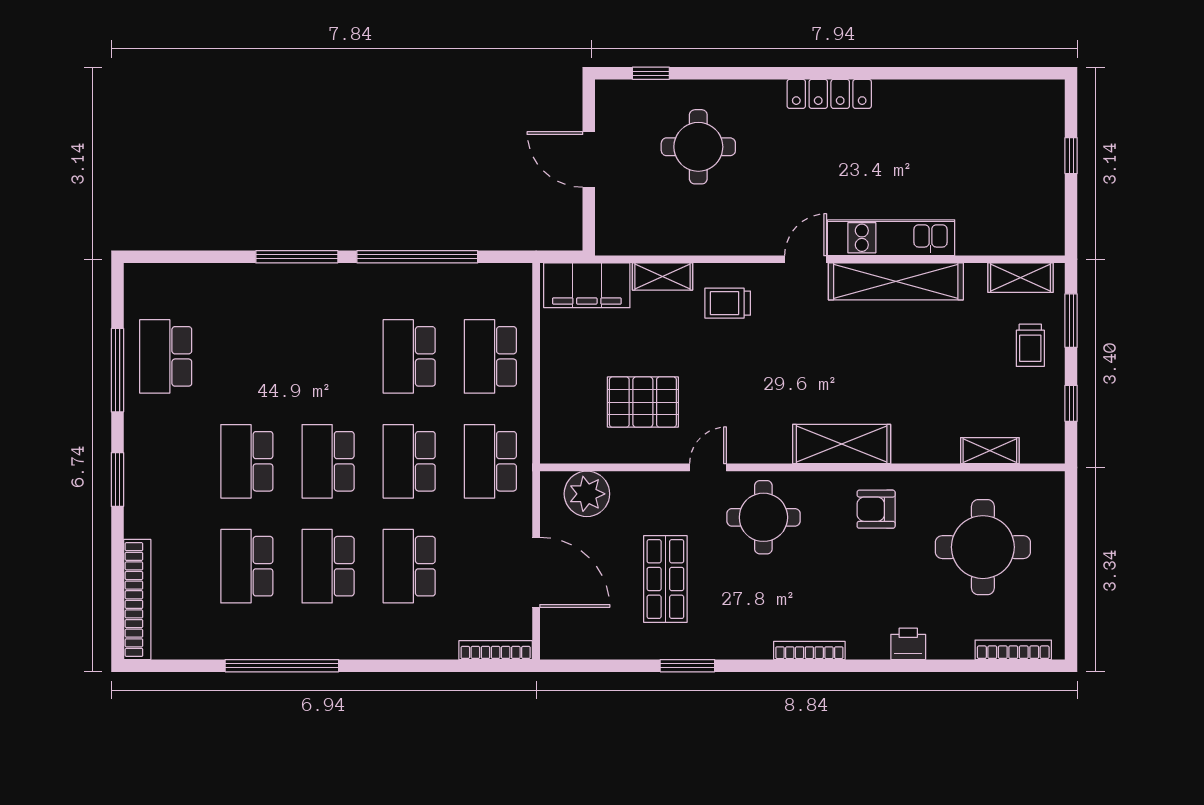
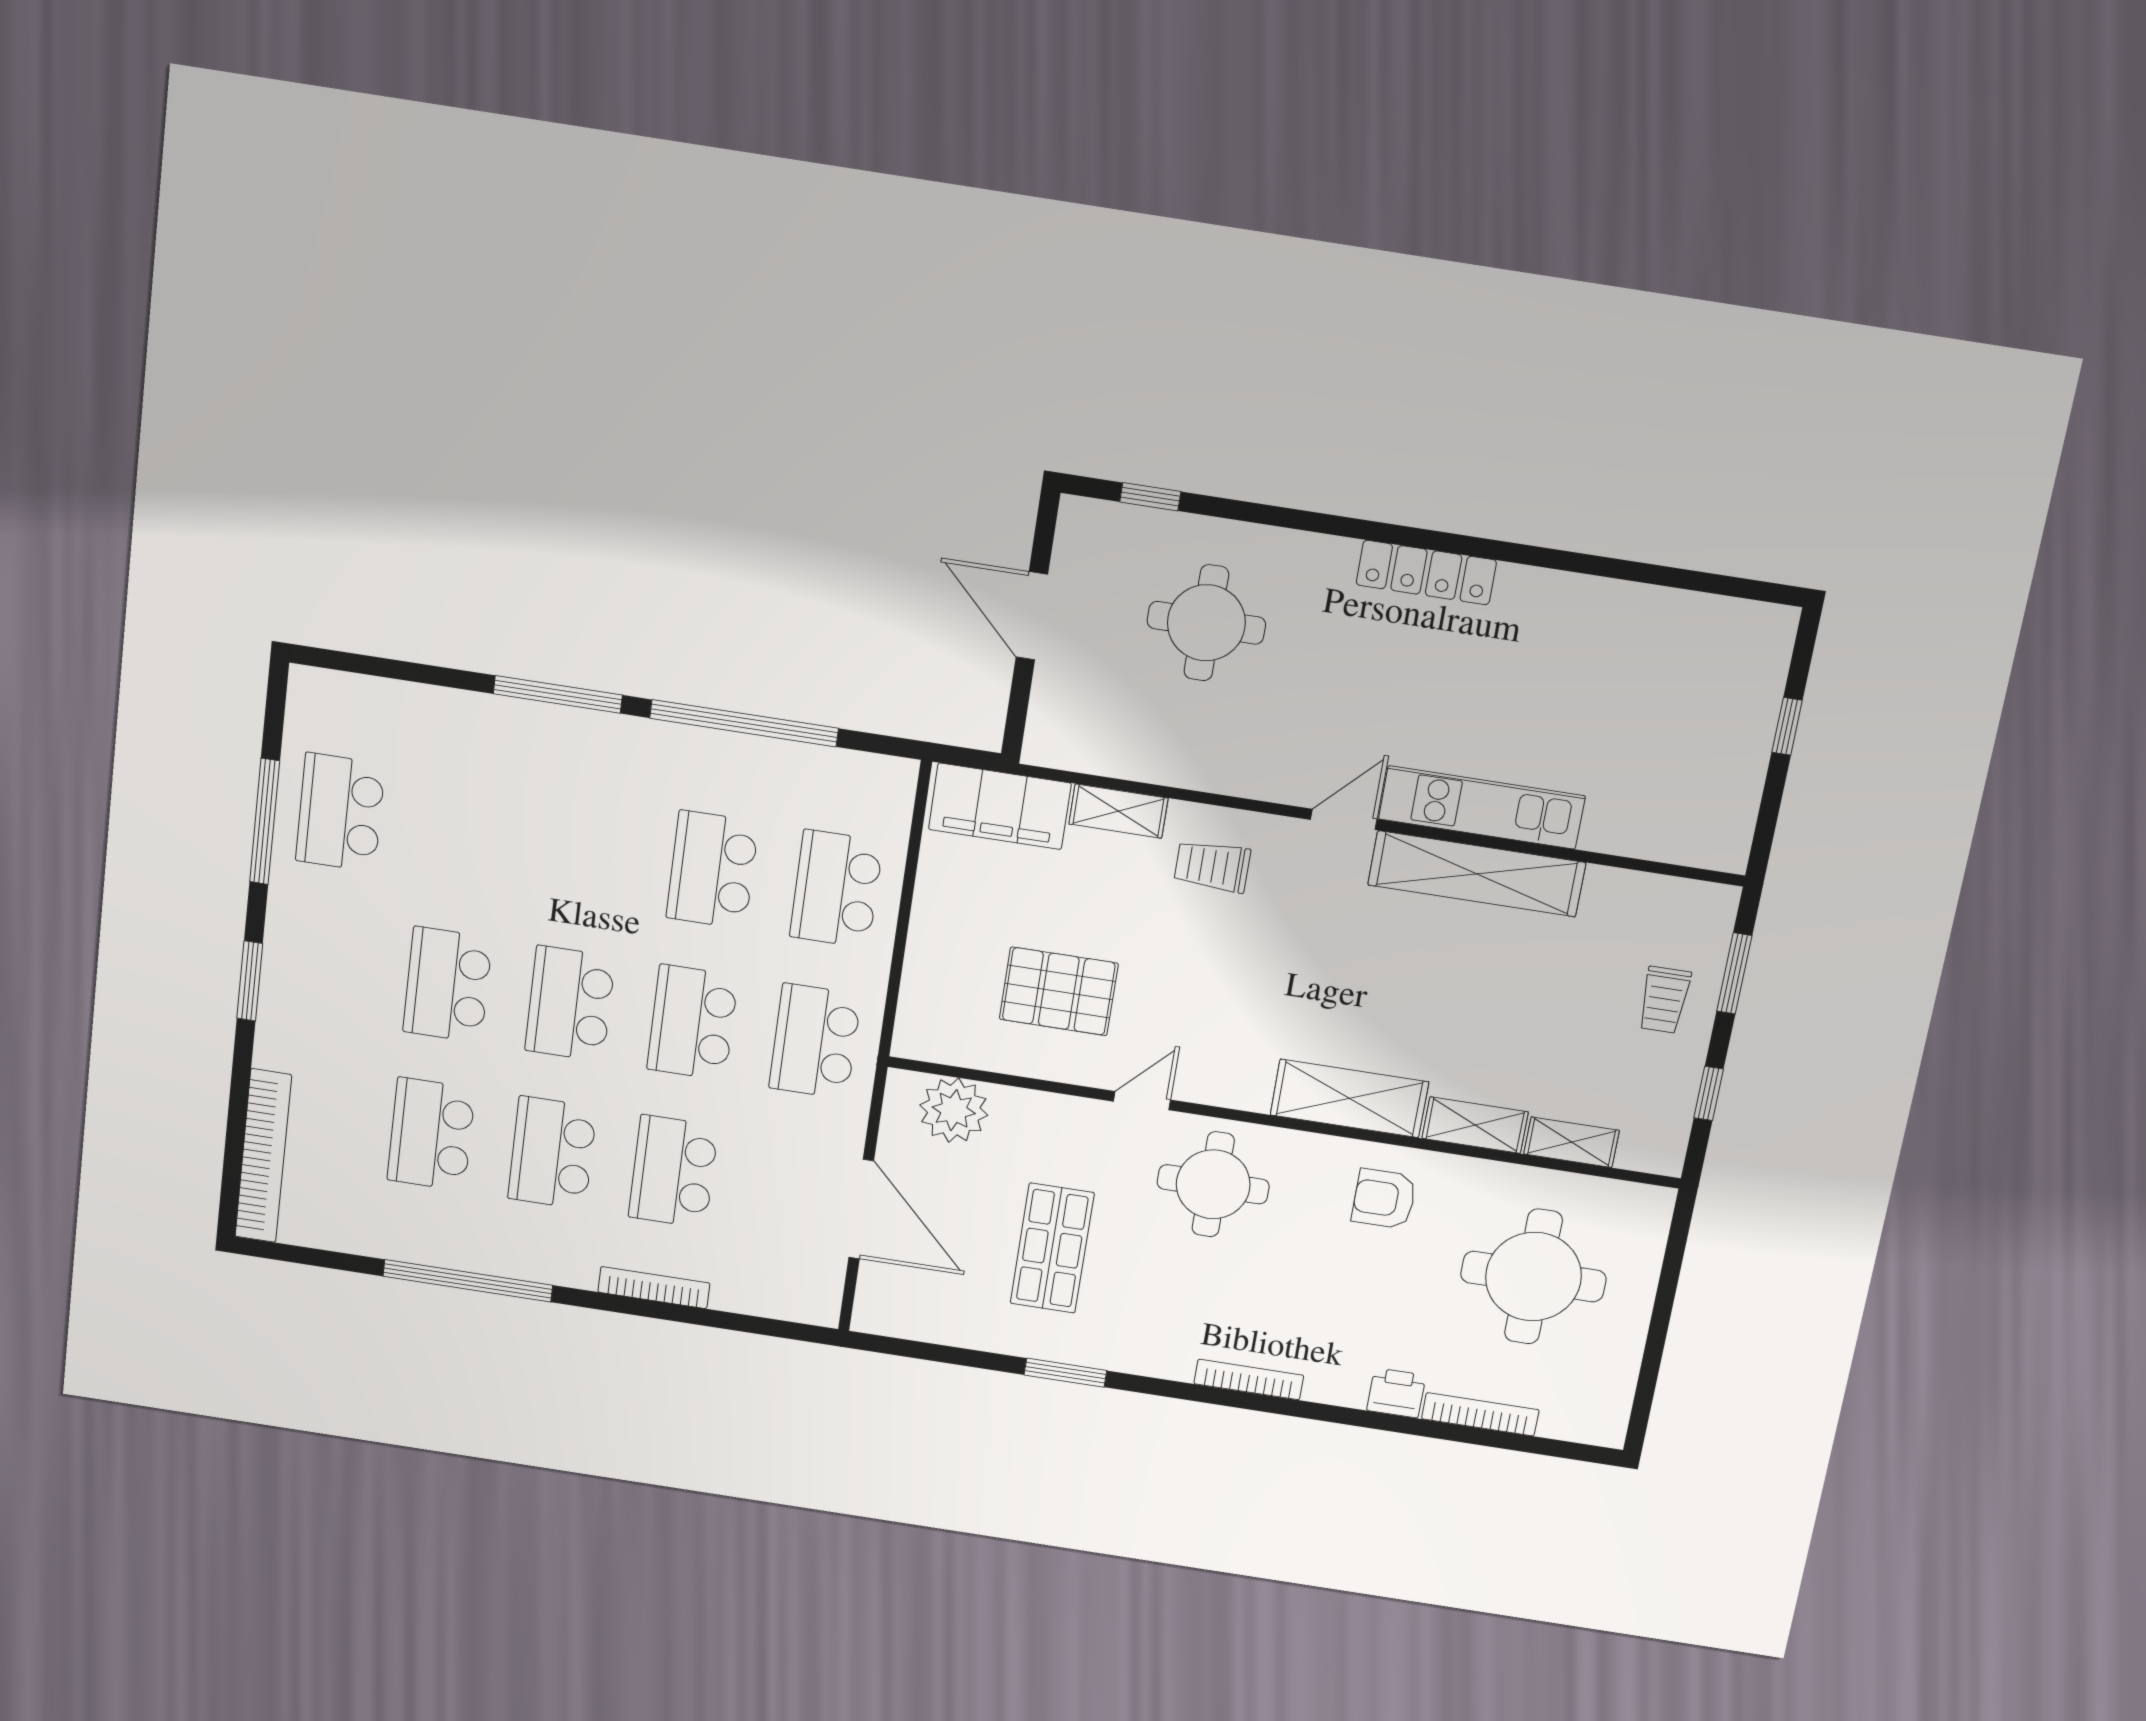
shelving: (1021, 278) -> (1475, 1125), moved
bookcase: (496, 650) -> (654, 1288), moved
bookcase: (1013, 650) -> (1480, 1414), moved

